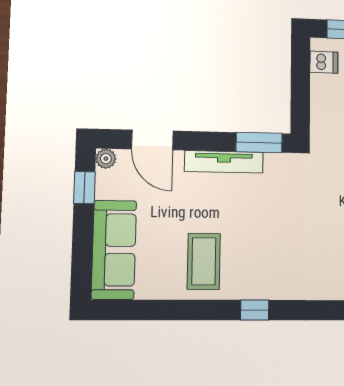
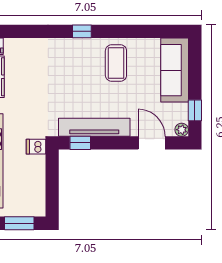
dishwasher: (324, 62) -> (36, 147), moved
window: (259, 142) -> (80, 143), width x0.67
tv unit: (224, 162) -> (94, 127), width x1.36, depth x1.29

